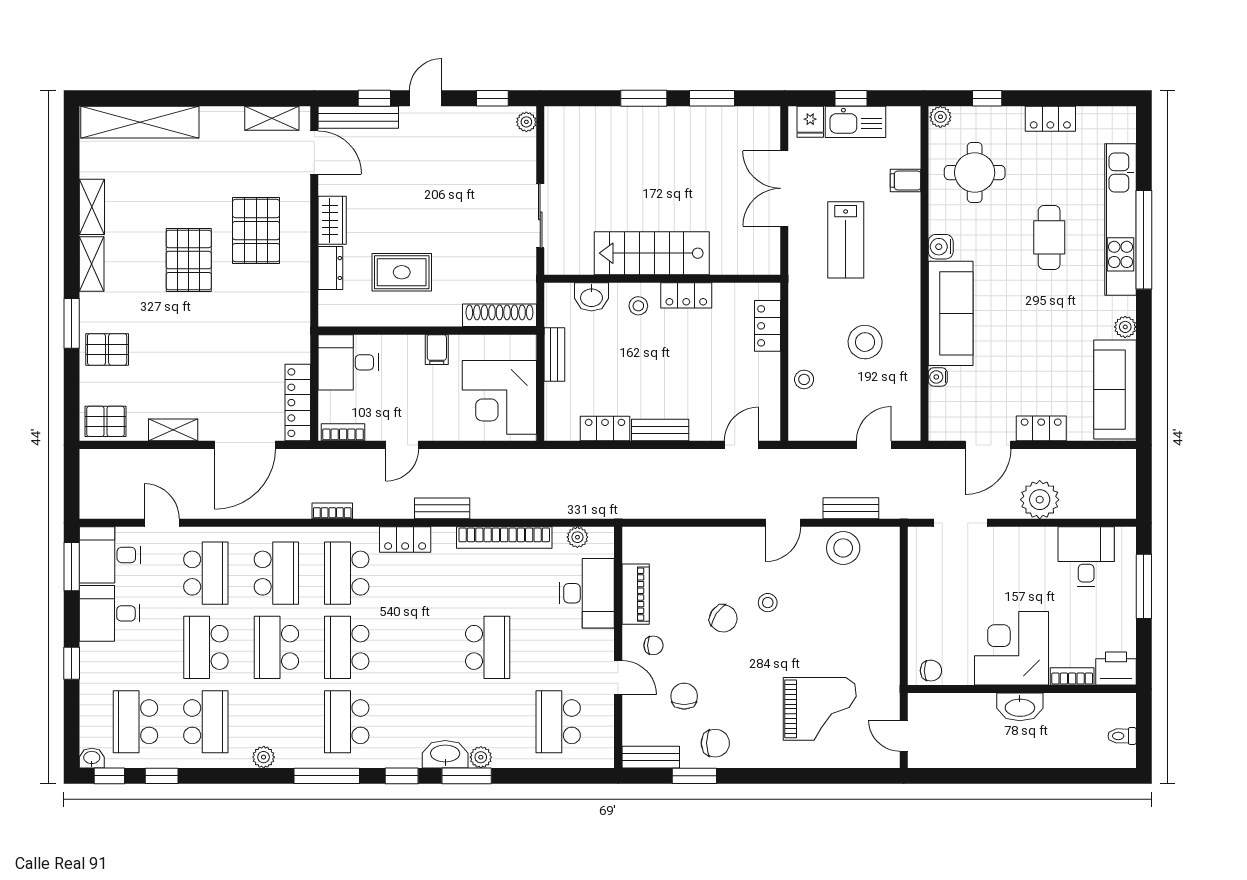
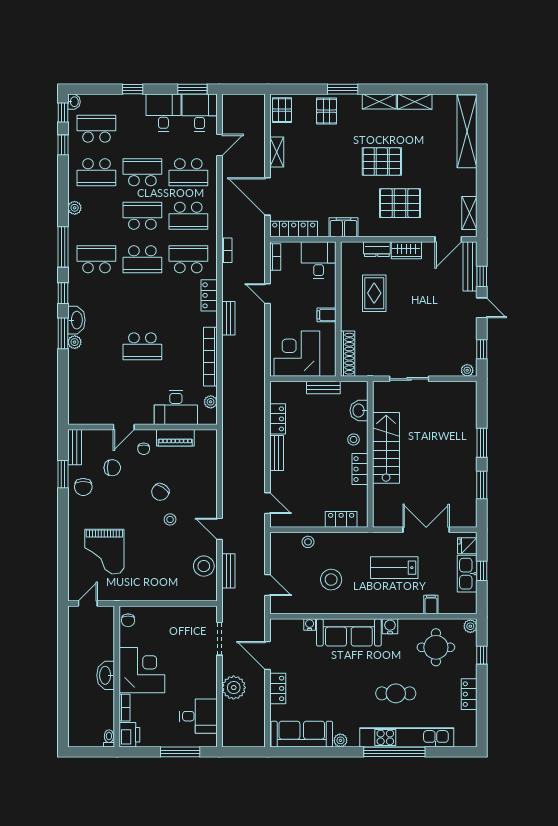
filing cabinet: (295, 322) -> (343, 227), added
school desk: (347, 647) -> (142, 259), turned 180
school desk: (558, 722) -> (96, 390), removed
toilet: (1122, 736) -> (109, 738), moved

